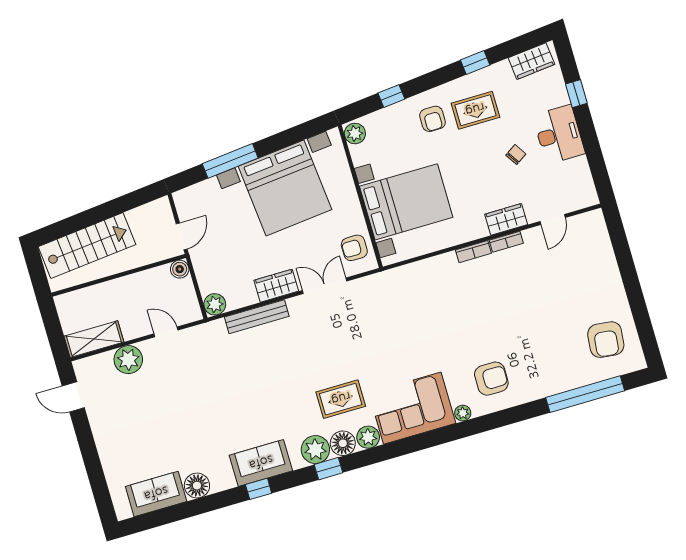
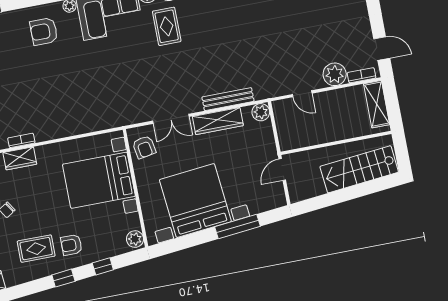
window: (475, 62) -> (63, 278), moved
armchair: (432, 119) -> (71, 245), turned -90
armchair: (354, 248) -> (144, 147), turned 80
bookcase: (473, 252) -> (362, 75), moved
boiler: (180, 269) -> (286, 143), removed
wardrobe: (276, 286) -> (218, 121), width x1.50
shelving: (94, 339) -> (377, 104), moved, turned 90
rug: (341, 399) -> (167, 26), turned 90

